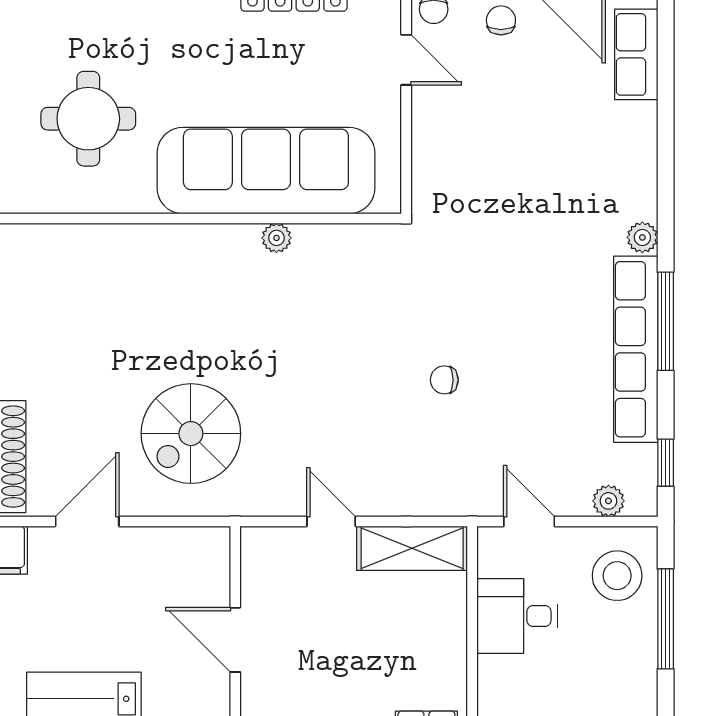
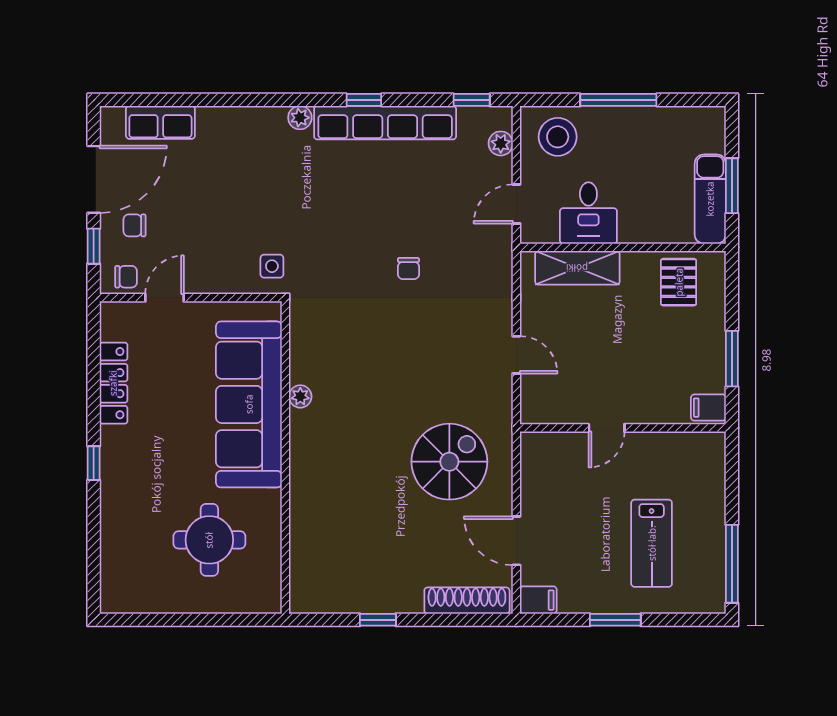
side table: (447, 201) -> (272, 266), added
window: (666, 321) -> (364, 100), width x0.46
spiral stairs: (191, 434) -> (449, 462), turned -90
door: (331, 521) -> (516, 355), swing flipped
shelving: (412, 548) -> (577, 268), moved, turned 90
window: (666, 619) -> (618, 100), moved
door: (235, 640) -> (607, 428), width x0.73

